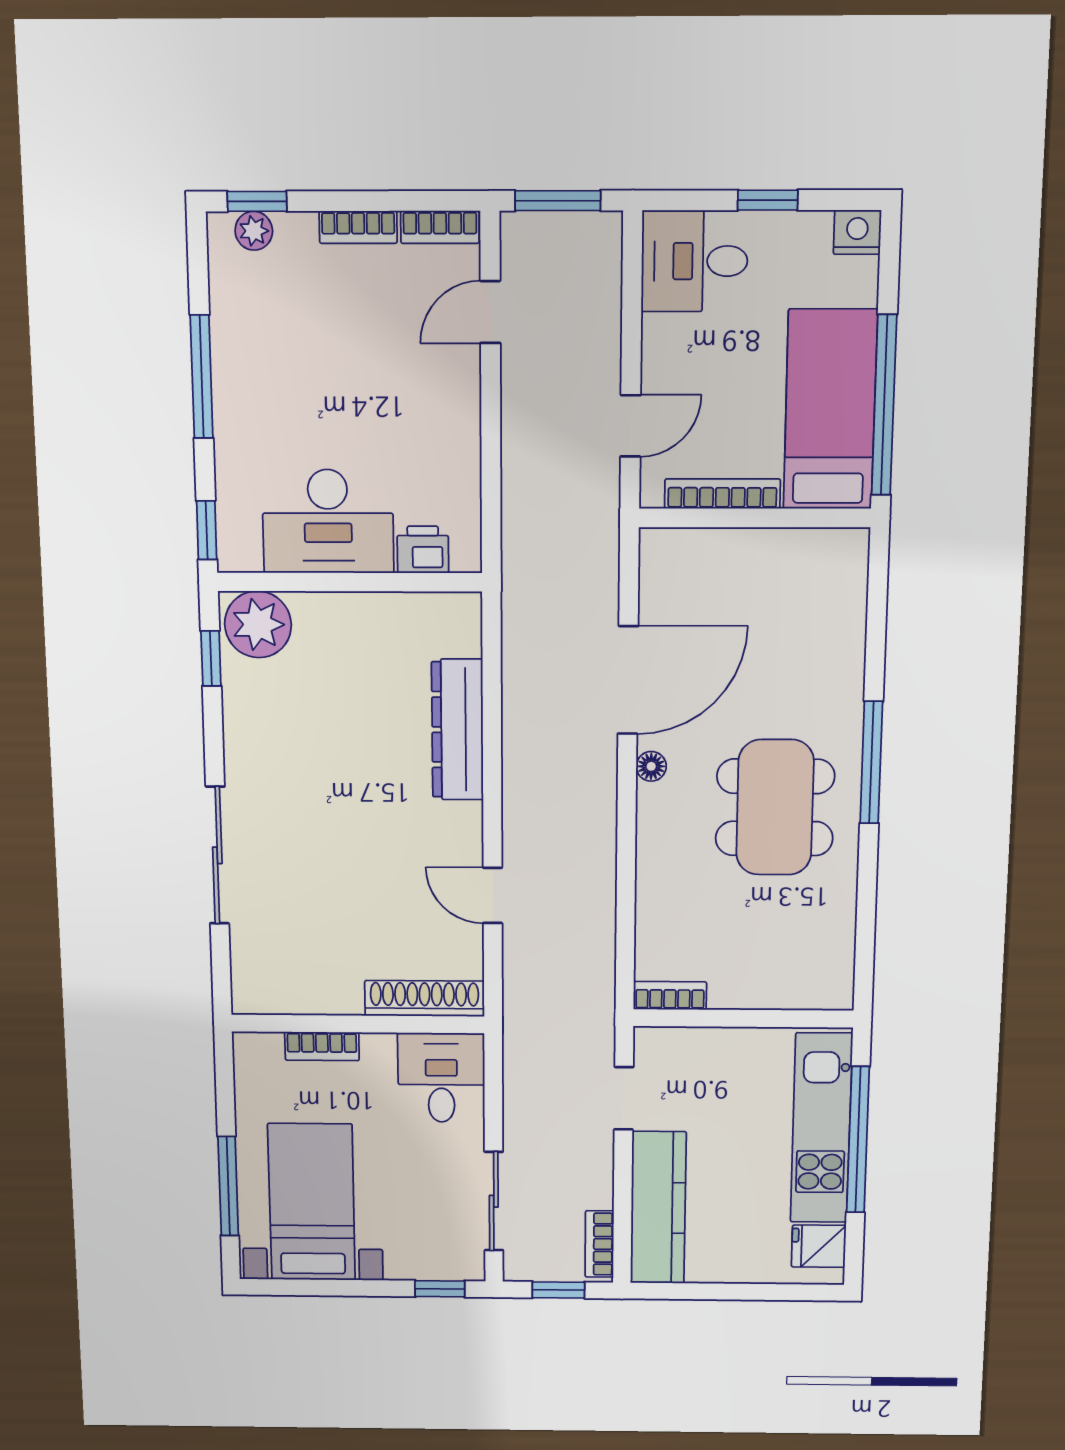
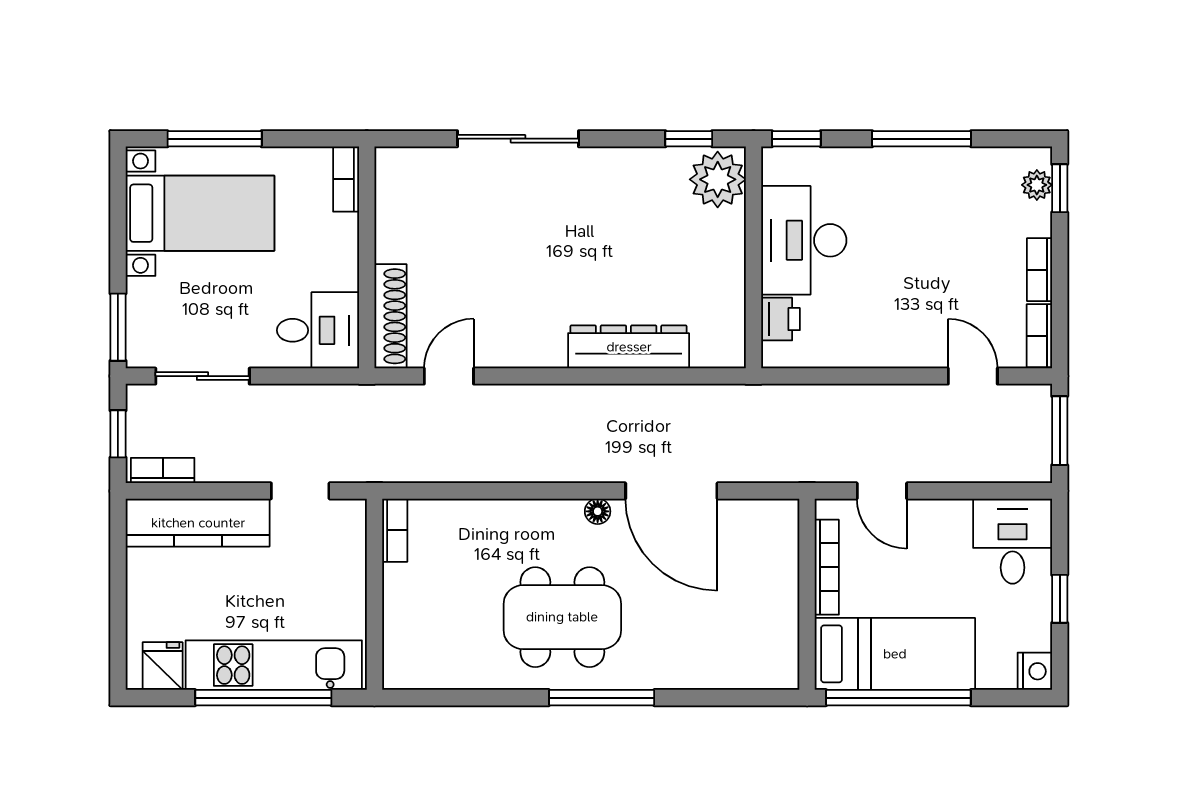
door: (493, 895) -> (449, 376), moved
bookcase: (322, 1046) -> (346, 179), moved
window: (440, 1289) -> (118, 327), width x1.50

